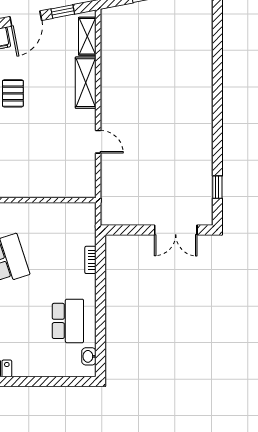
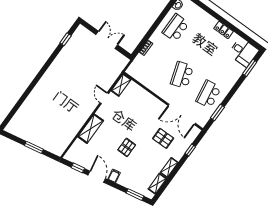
door: (26, 19) -> (97, 177), hinge flipped
shelving: (87, 36) -> (121, 85), moved
double door: (176, 230) -> (107, 40), moved

